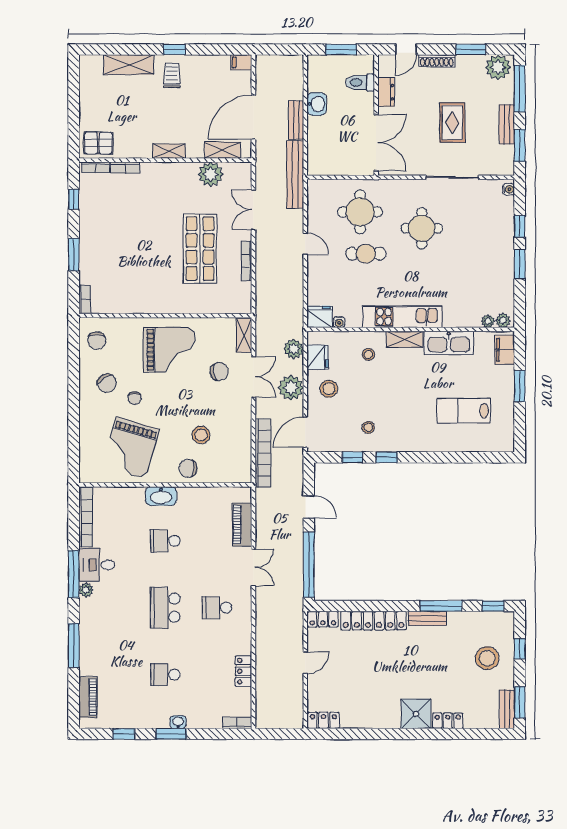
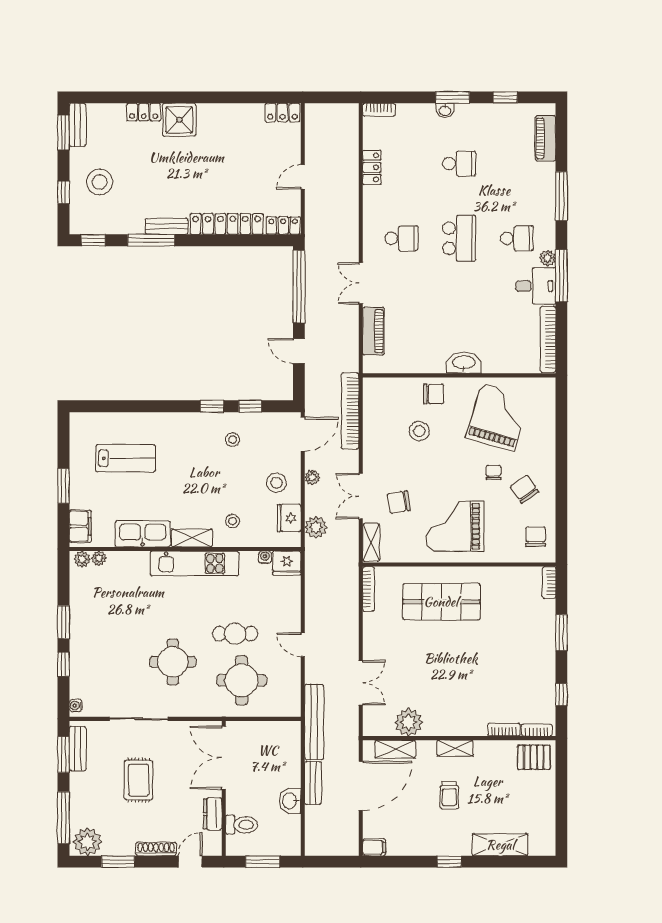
trolley: (172, 75) -> (449, 795), moved
bench: (507, 124) -> (78, 749), moved
shop shelf: (200, 249) -> (441, 602), moved, turned 90
bookcase: (247, 261) -> (368, 589), moved
plant: (291, 388) -> (312, 477), width x0.53, depth x0.53
school desk: (165, 541) -> (517, 238), moved

